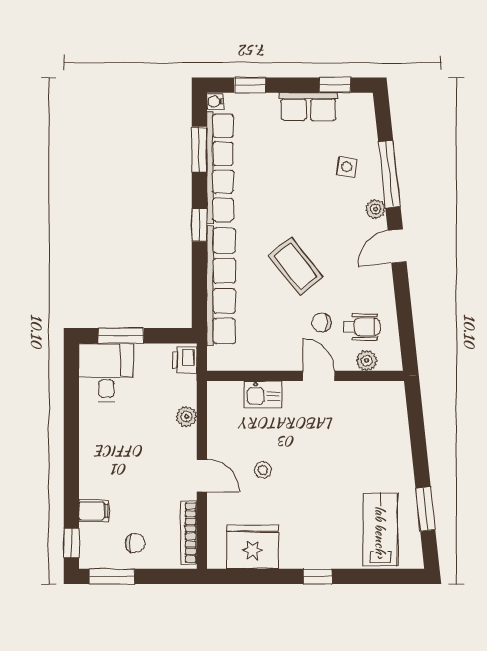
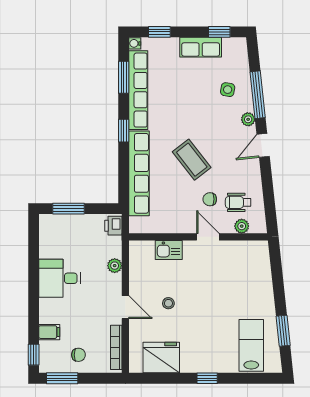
wheelchair: (362, 327) -> (238, 202), turned 180
desk: (106, 373) -> (60, 278), moved, turned -90

